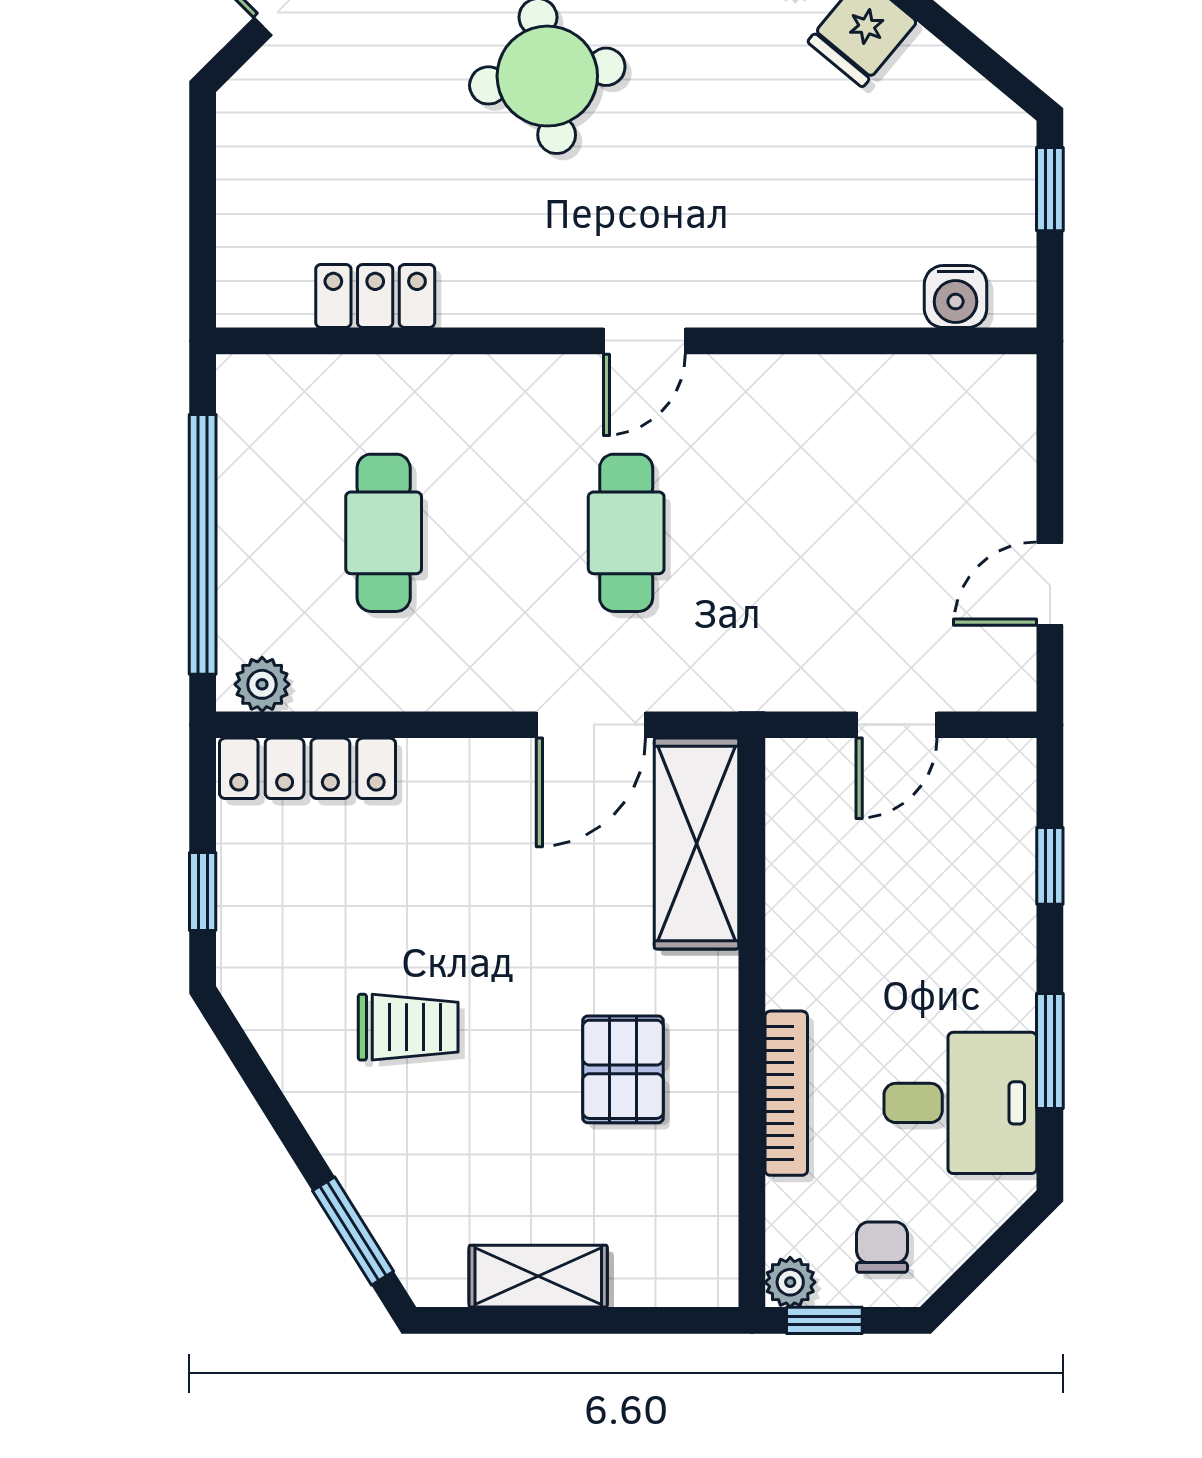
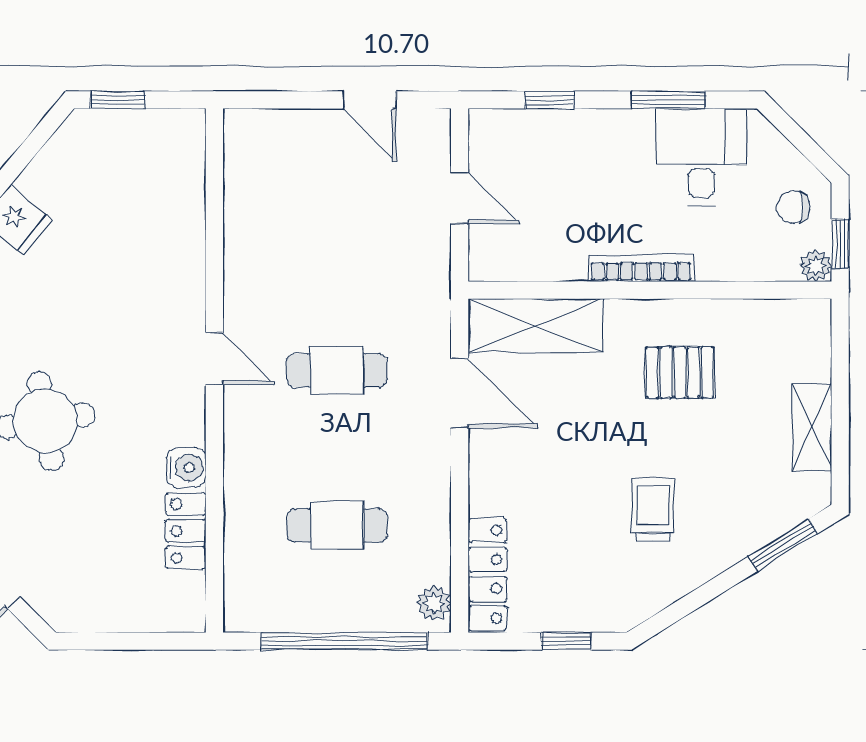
water cooler: (956, 297) -> (186, 468), moved
bookcase: (786, 1093) -> (641, 268), moved

